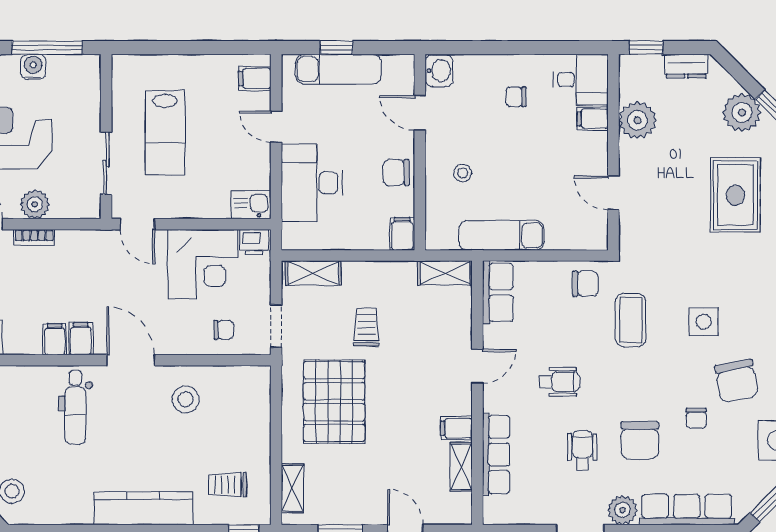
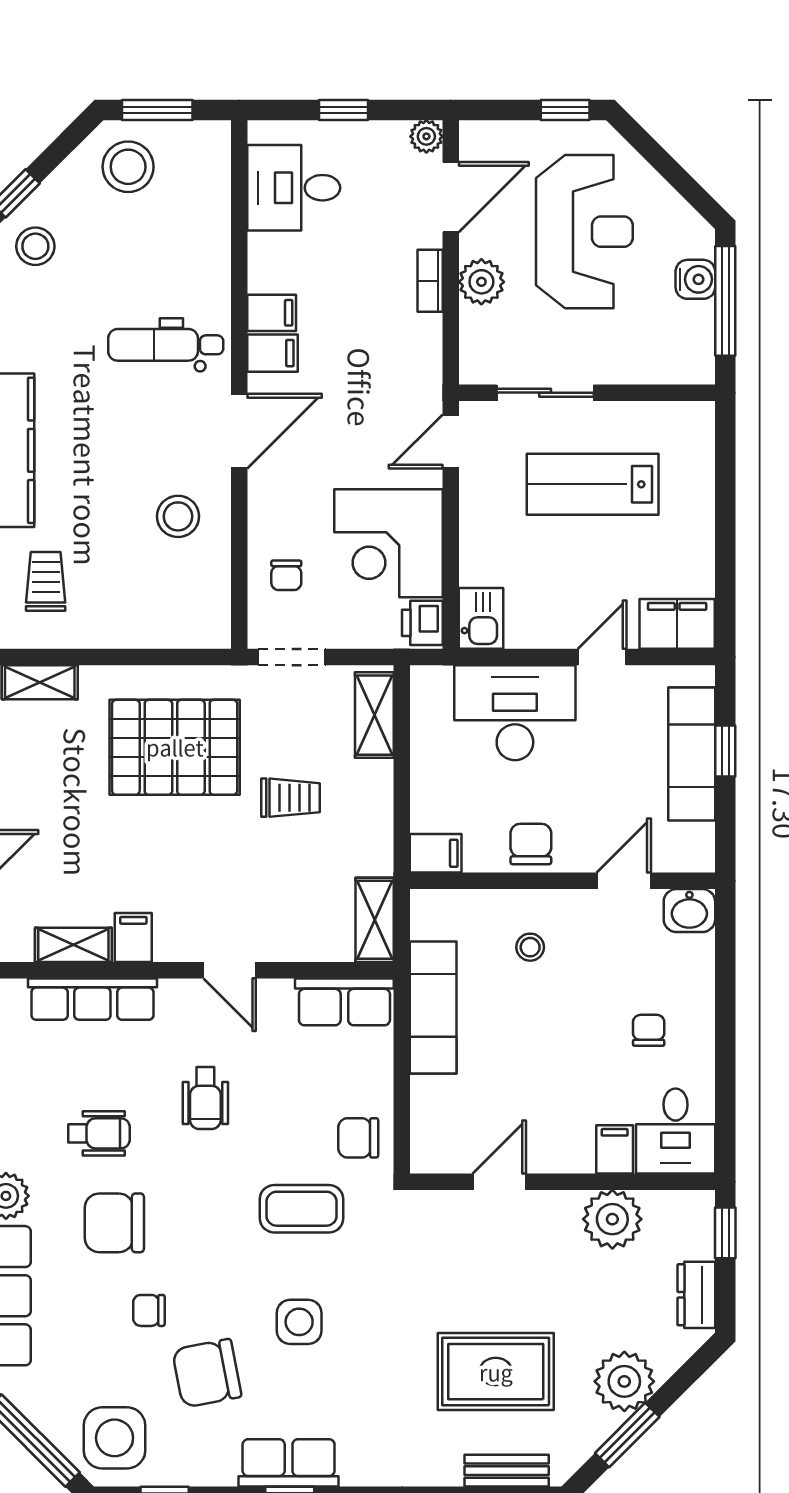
filing cabinet: (255, 79) -> (677, 624), width x2.00
chair: (585, 284) -> (358, 1138), turned 90

